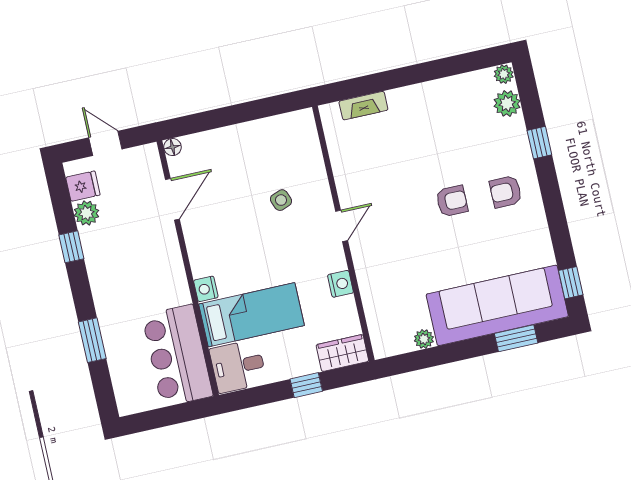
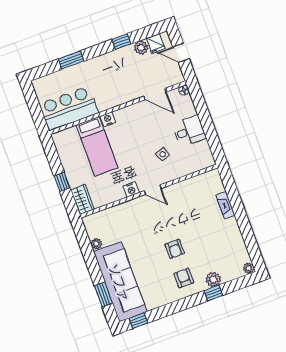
plant: (507, 104) -> (213, 279), moved
fireplace: (363, 106) -> (225, 205), moved
door: (105, 143) -> (181, 53), swing flipped
nightstand: (340, 284) -> (131, 189), moved
desk: (238, 366) -> (189, 131), moved, turned 90

